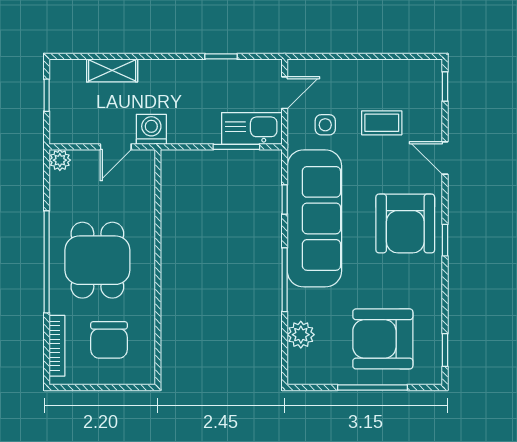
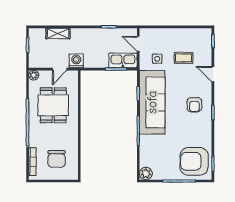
door: (285, 93) -> (138, 44), swing flipped
armchair: (405, 223) -> (194, 105), width x0.53, depth x0.53
dining table: (97, 260) -> (53, 105), moved
plant: (301, 335) -> (146, 173), moved
armchair: (383, 339) -> (194, 161), moved

